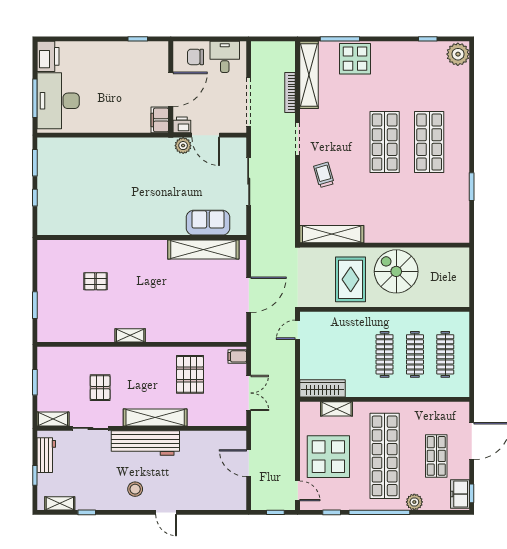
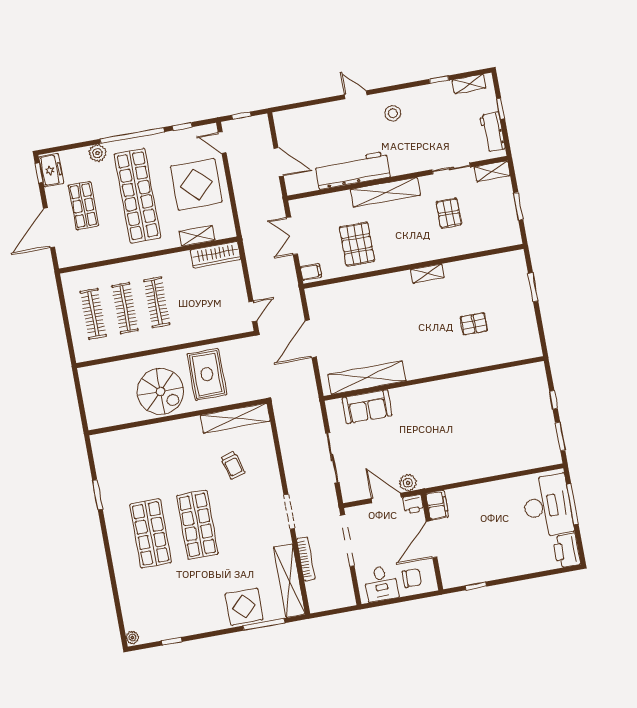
plant: (458, 54) -> (133, 638), width x0.53, depth x0.53
trolley: (324, 175) -> (233, 465), moved
workbench: (145, 443) -> (353, 170), moved

